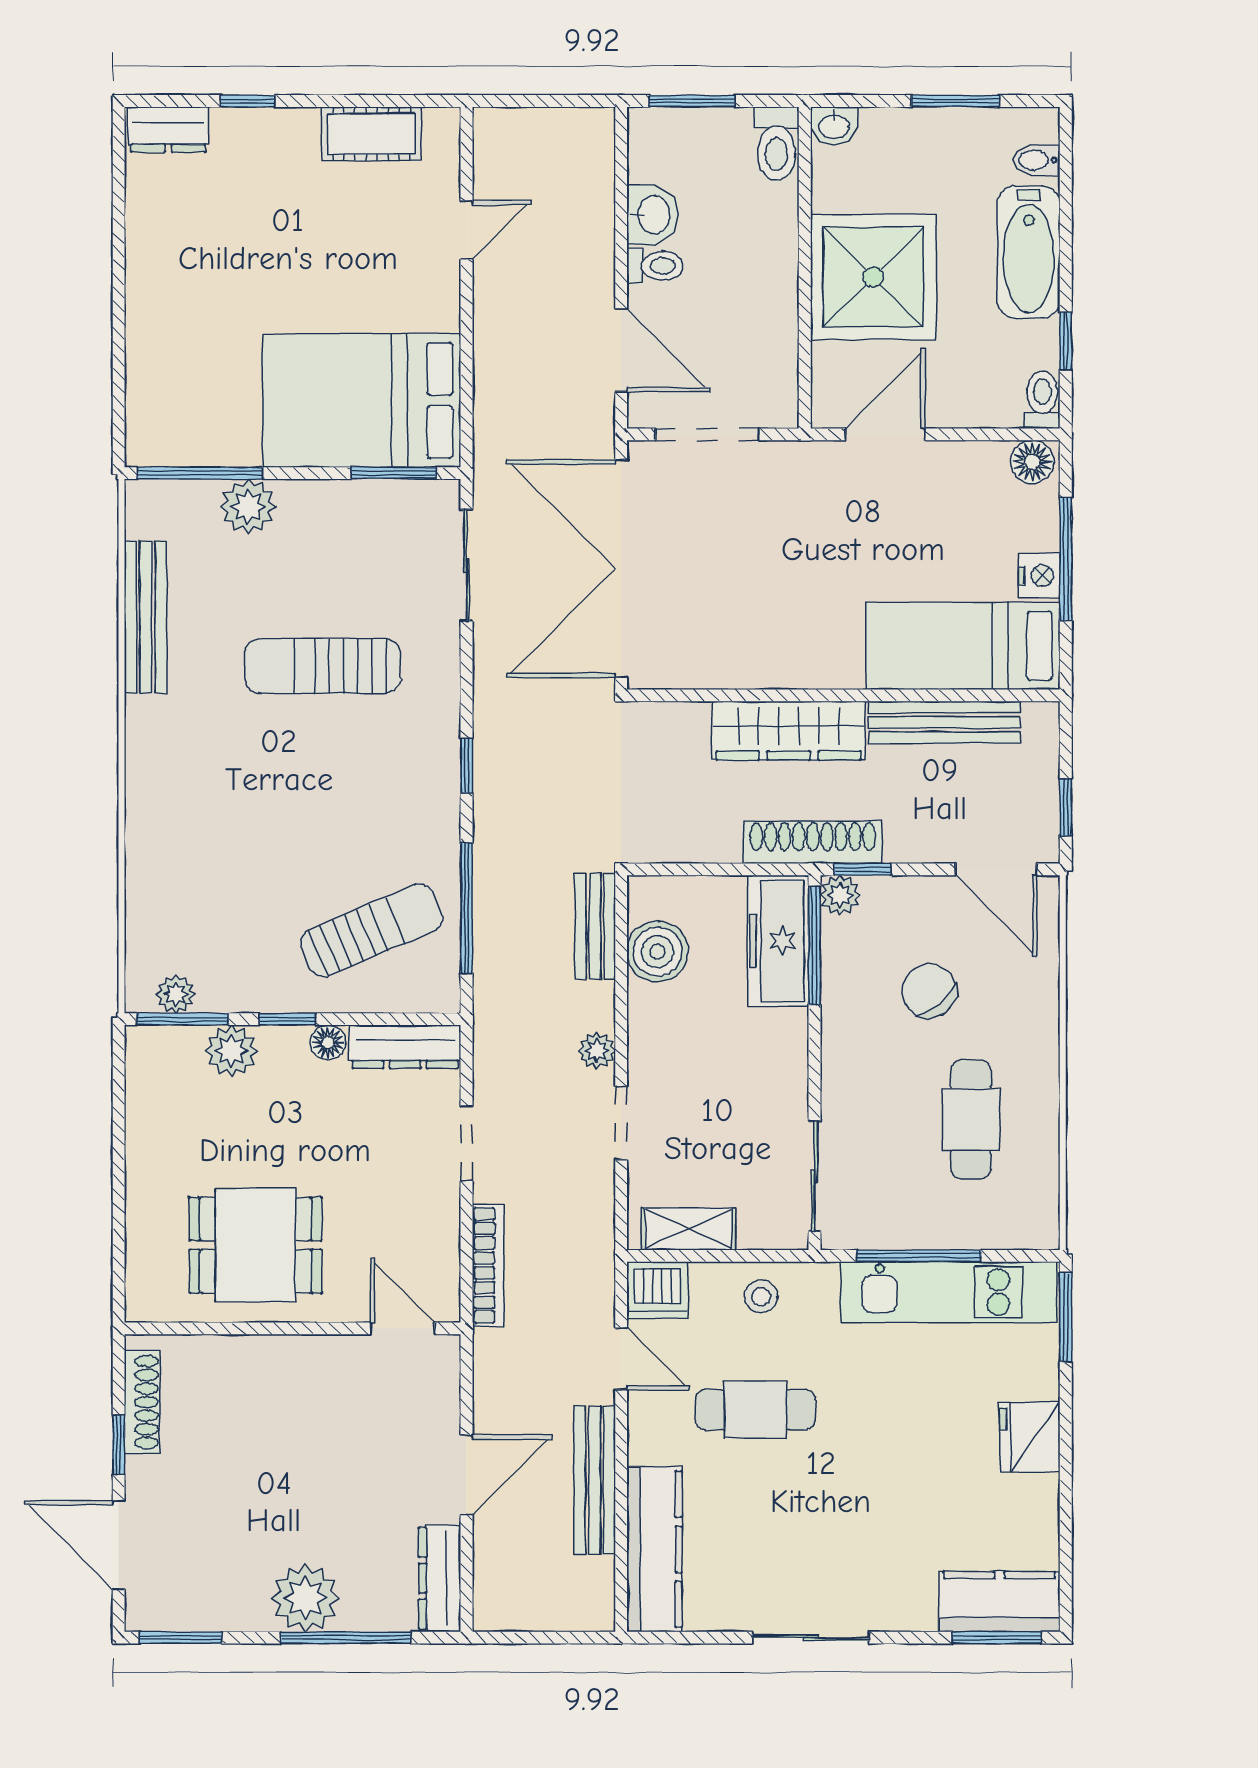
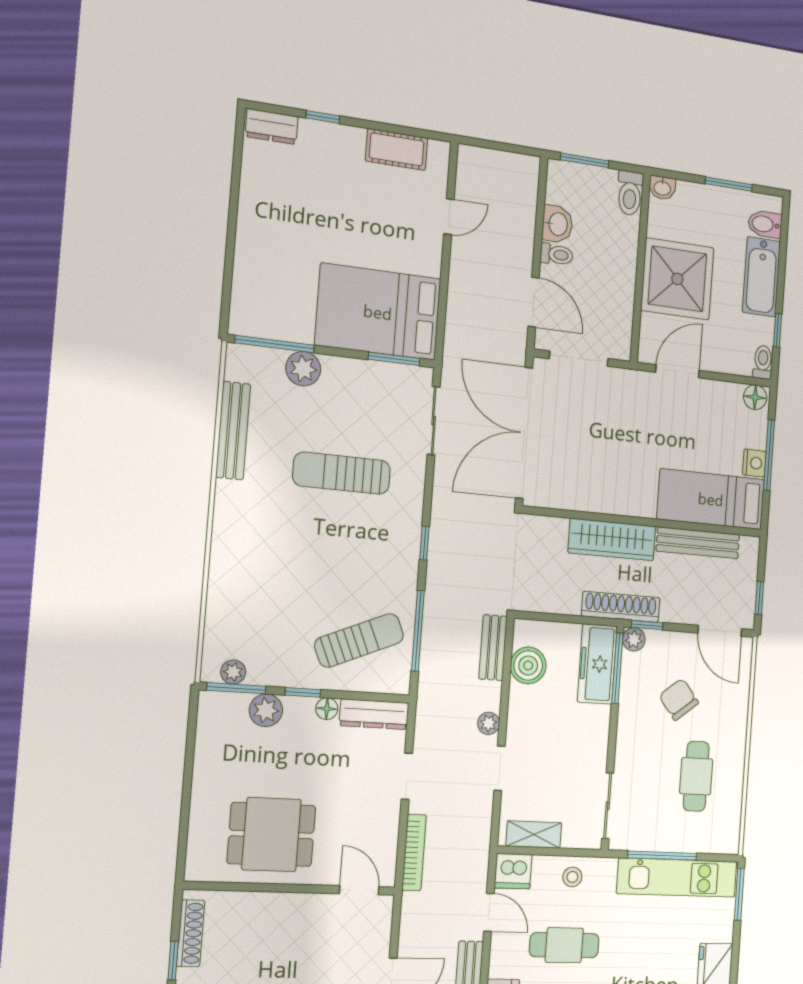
bidet: (1037, 160) -> (765, 224), width x1.38, depth x1.36

